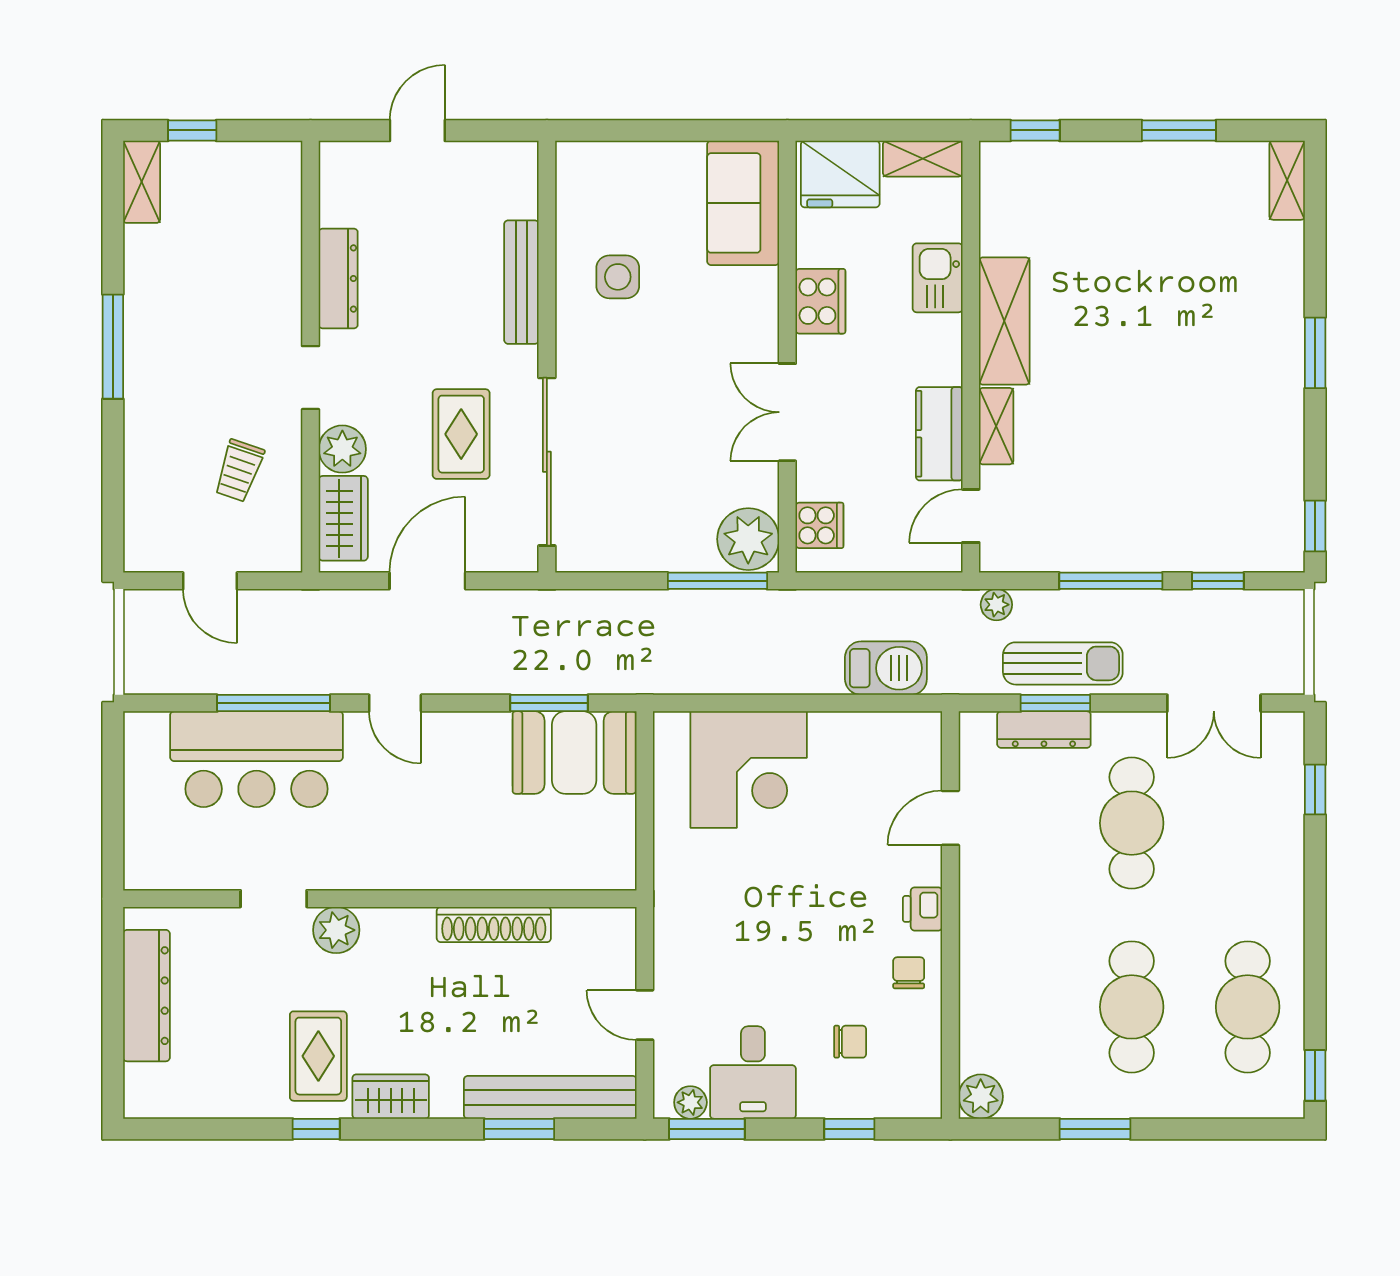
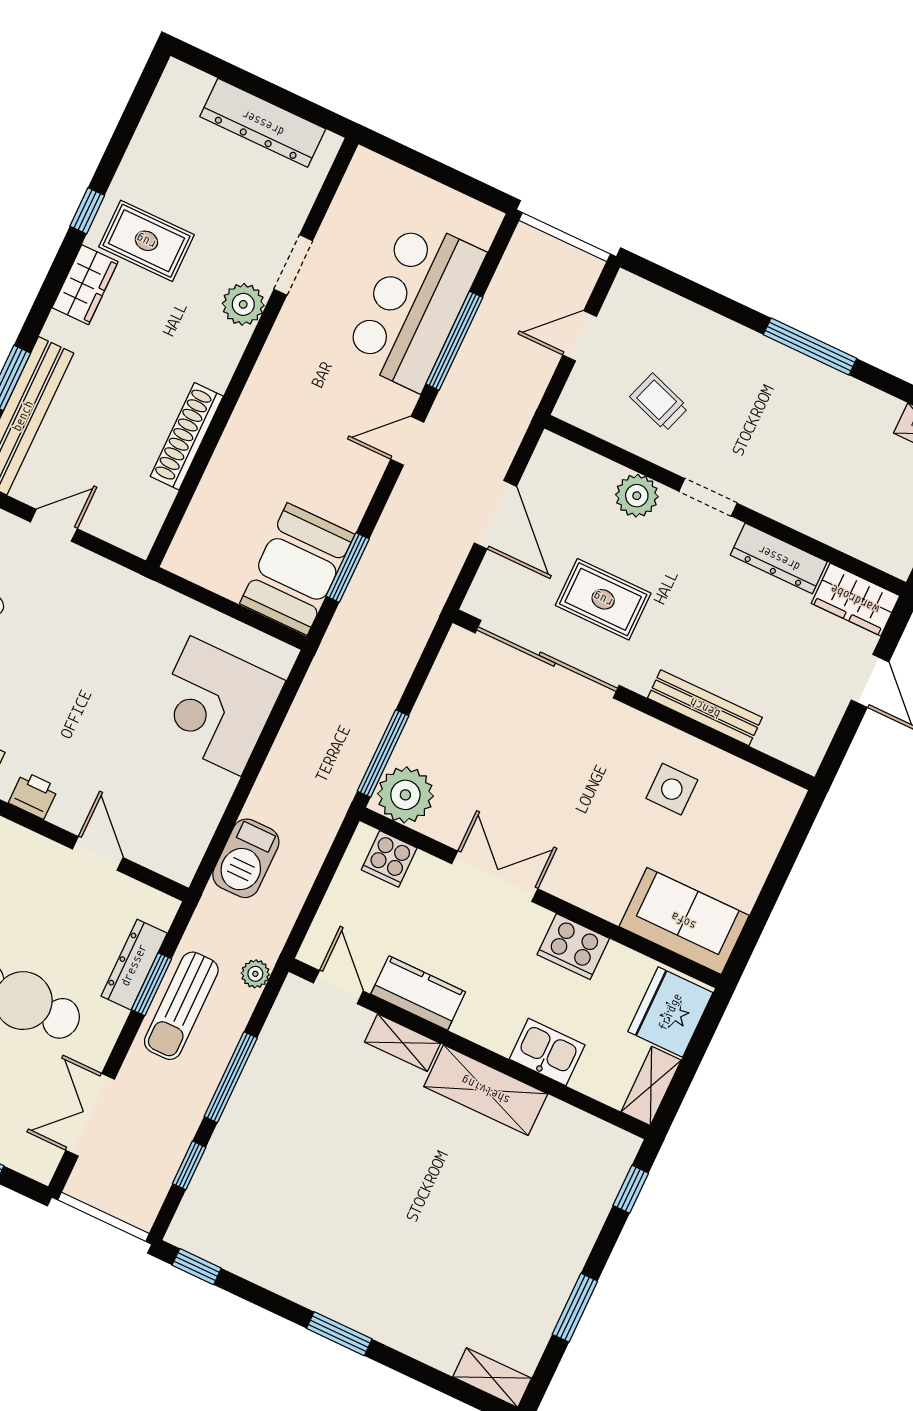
wardrobe: (343, 518) -> (855, 599), moved

